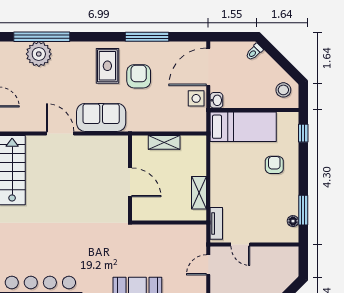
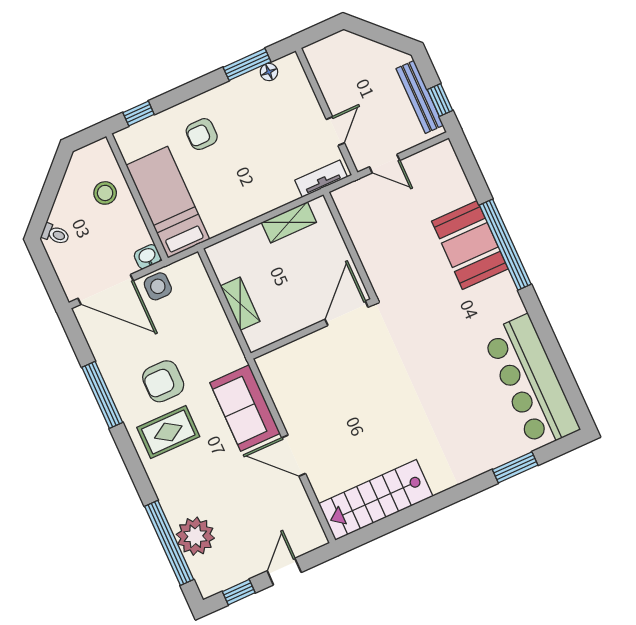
stool: (283, 90) -> (105, 193), moved
door: (60, 133) -> (294, 456), hinge flipped
door: (130, 182) -> (347, 313), moved

